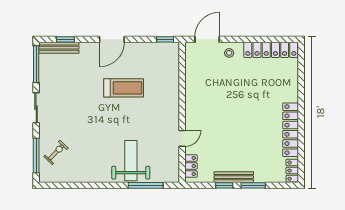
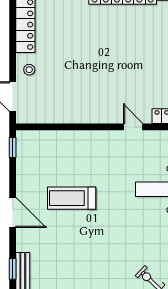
treadmill: (124, 88) -> (72, 198), turned -90

